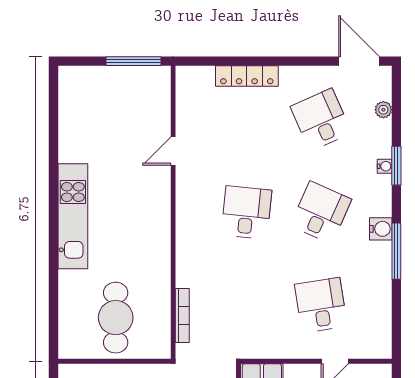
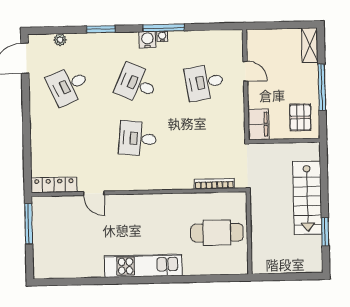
locker: (247, 76) -> (54, 185), moved, turned -90
water cooler: (385, 166) -> (162, 36), moved

